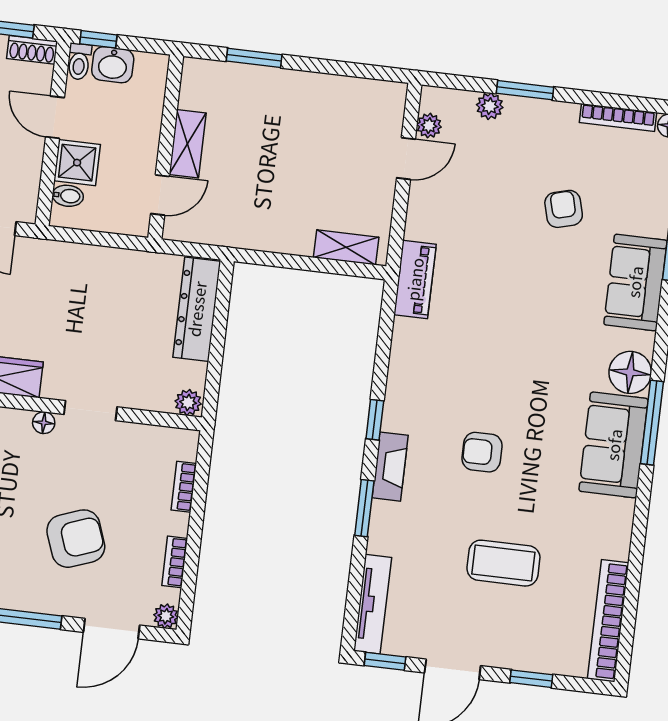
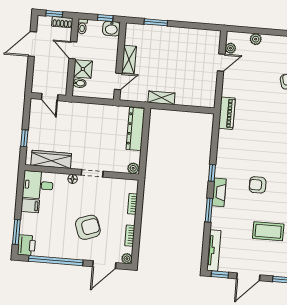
window: (98, 39) -> (105, 18), moved
washbasin: (113, 65) -> (111, 29), moved
window: (525, 90) -> (270, 32), removed
shelving: (346, 247) -> (161, 98), moved

